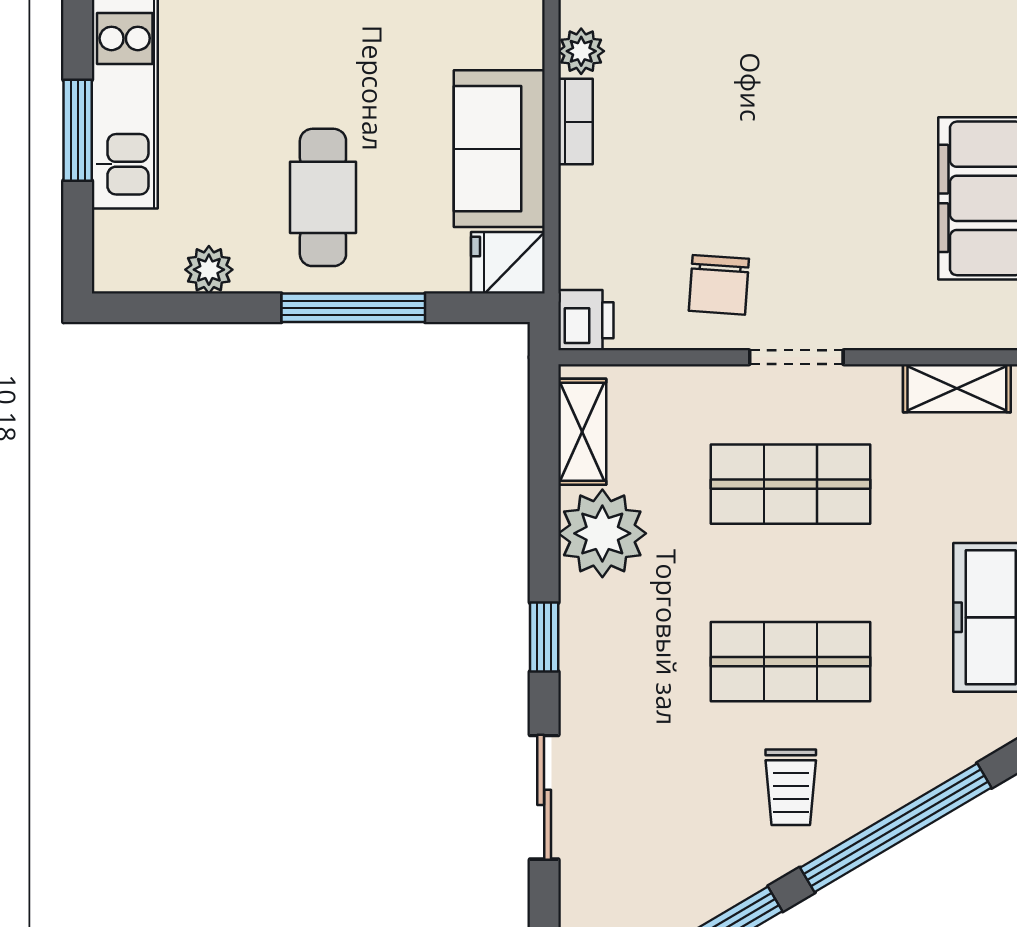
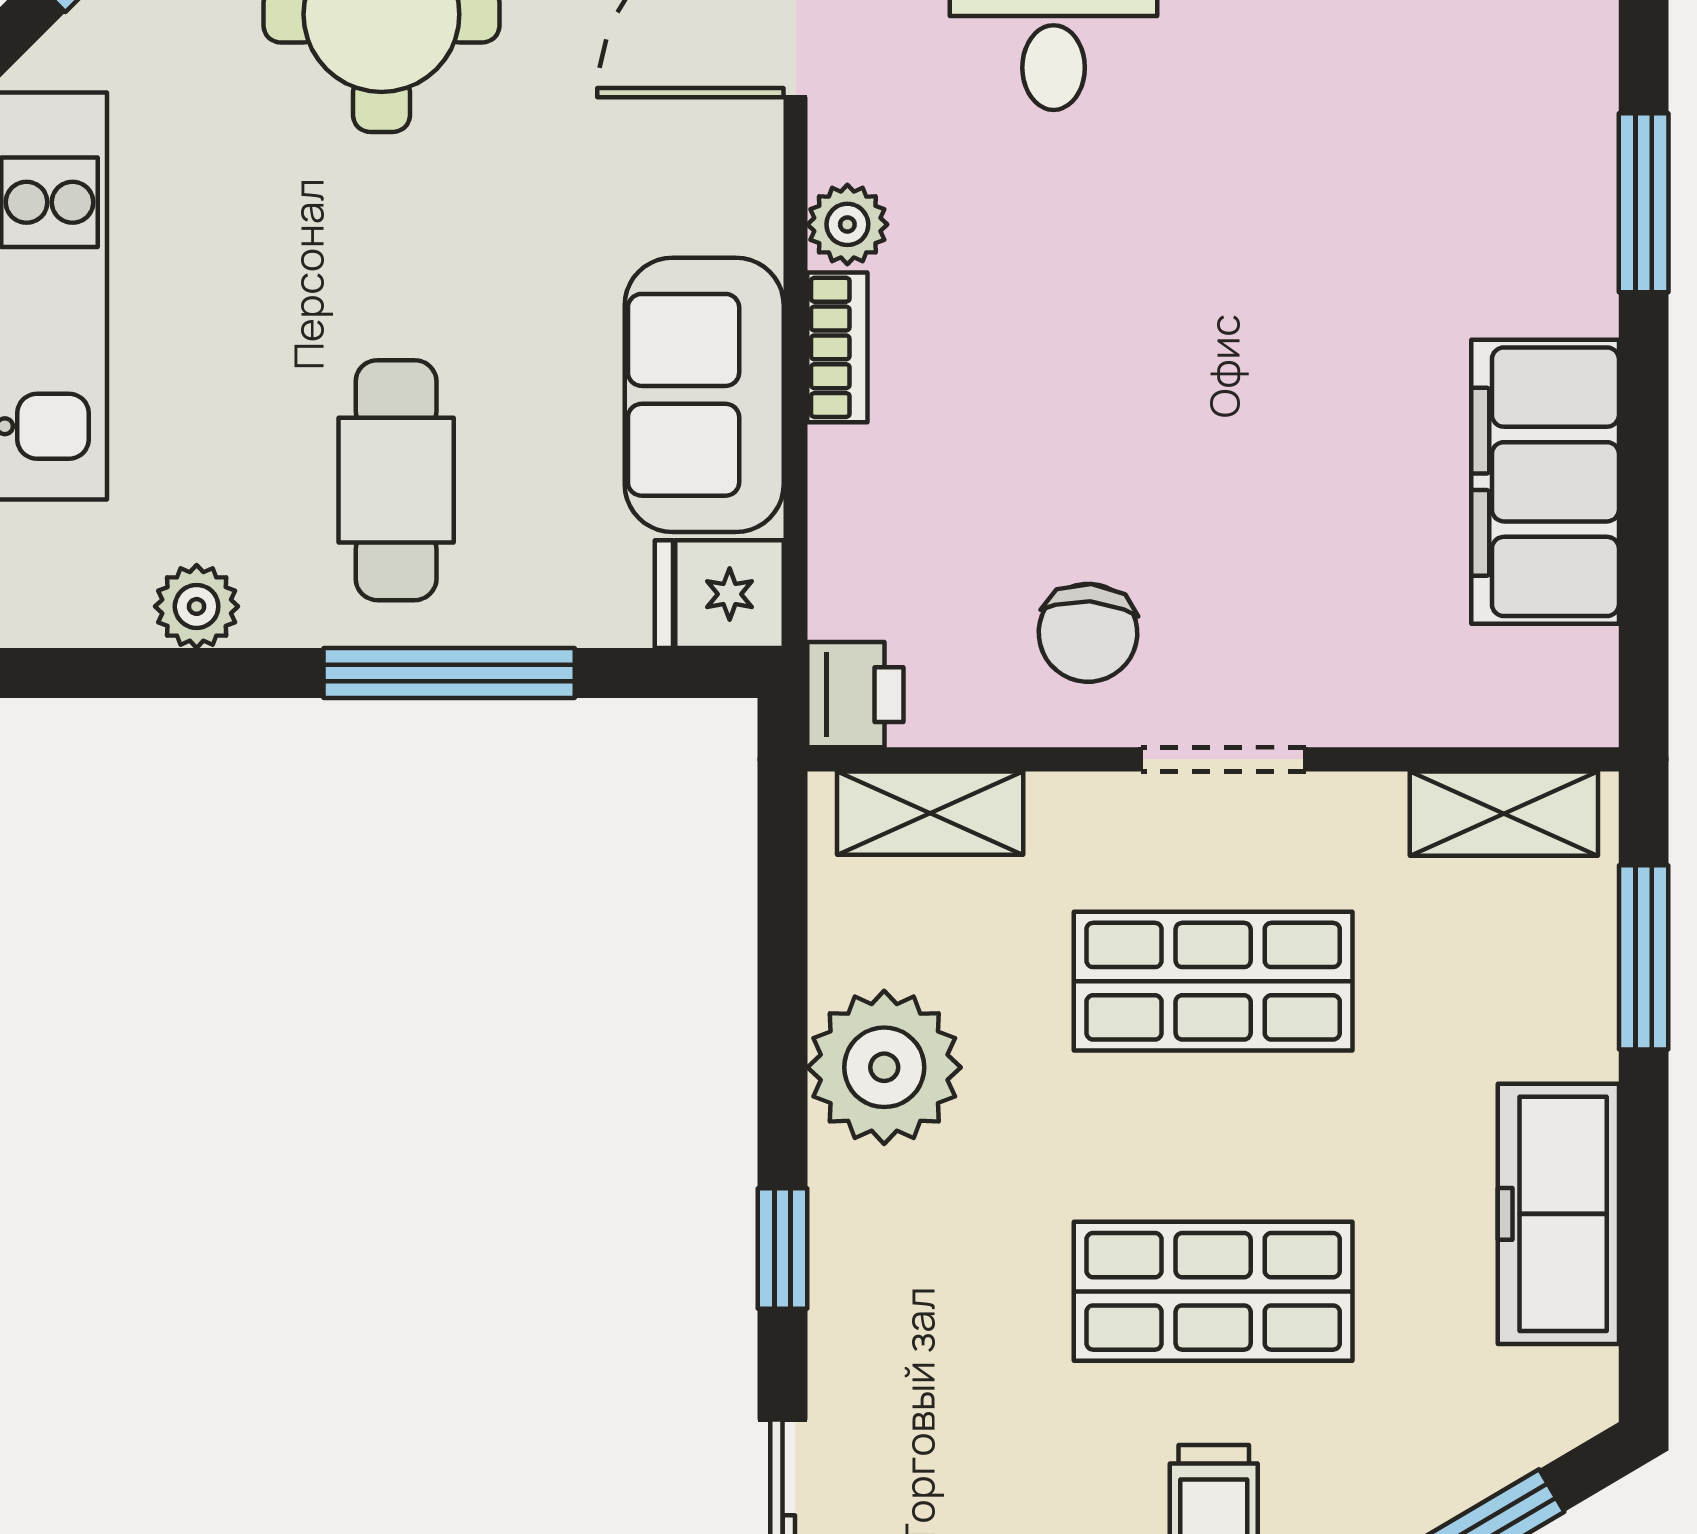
shelving: (582, 432) -> (930, 813), moved, turned 90

